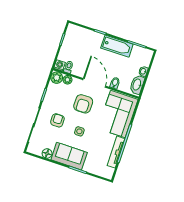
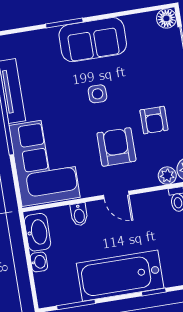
bathtub: (117, 46) -> (120, 276), width x1.36, depth x1.36
door: (94, 83) -> (116, 195), width x0.53
armchair: (57, 120) -> (154, 120), moved
floor lamp: (47, 153) -> (166, 18), moved

